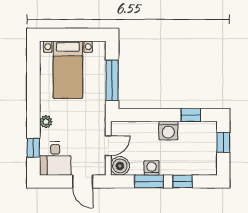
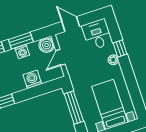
washing machine: (168, 131) -> (32, 79), moved
window: (33, 148) -> (120, 48), moved

